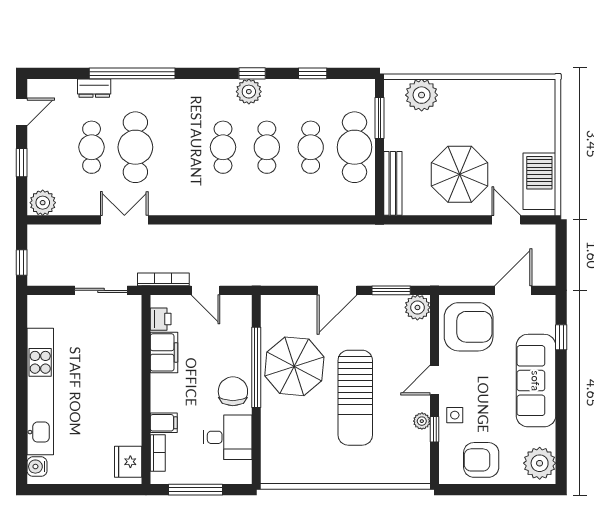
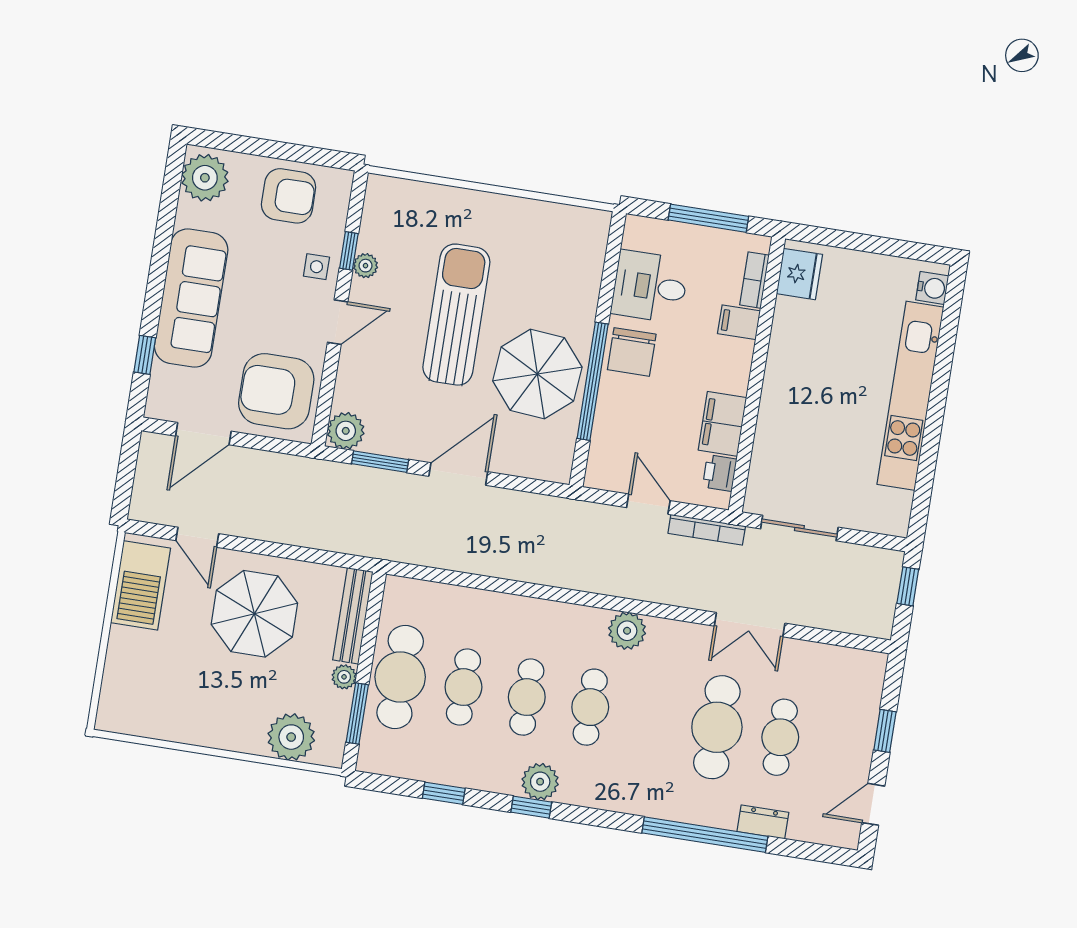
plant: (392, 141) -> (344, 677), added
plant: (43, 203) -> (627, 631), moved

